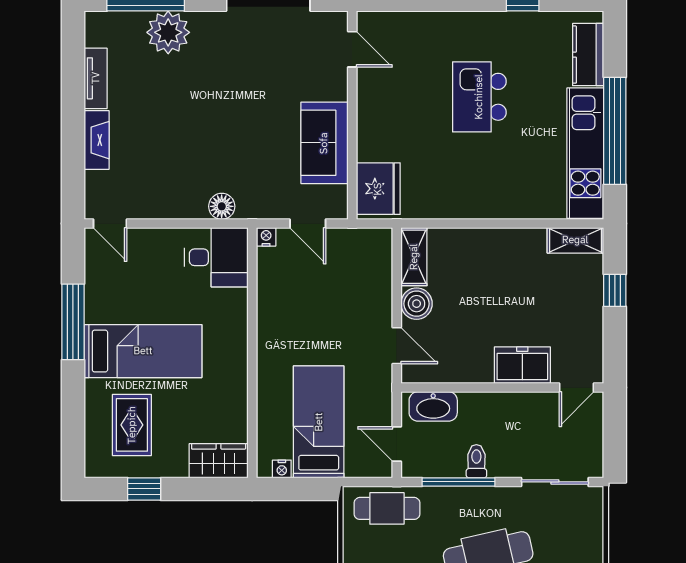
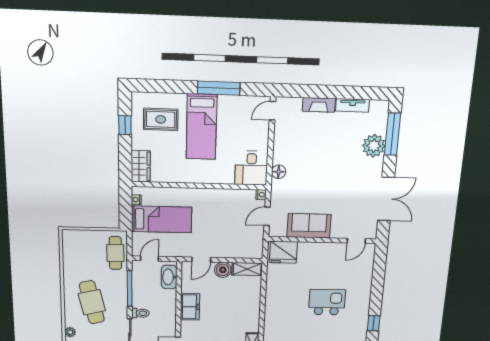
freezer: (522, 365) -> (190, 307), moved
toilet: (476, 461) -> (140, 313), moved

